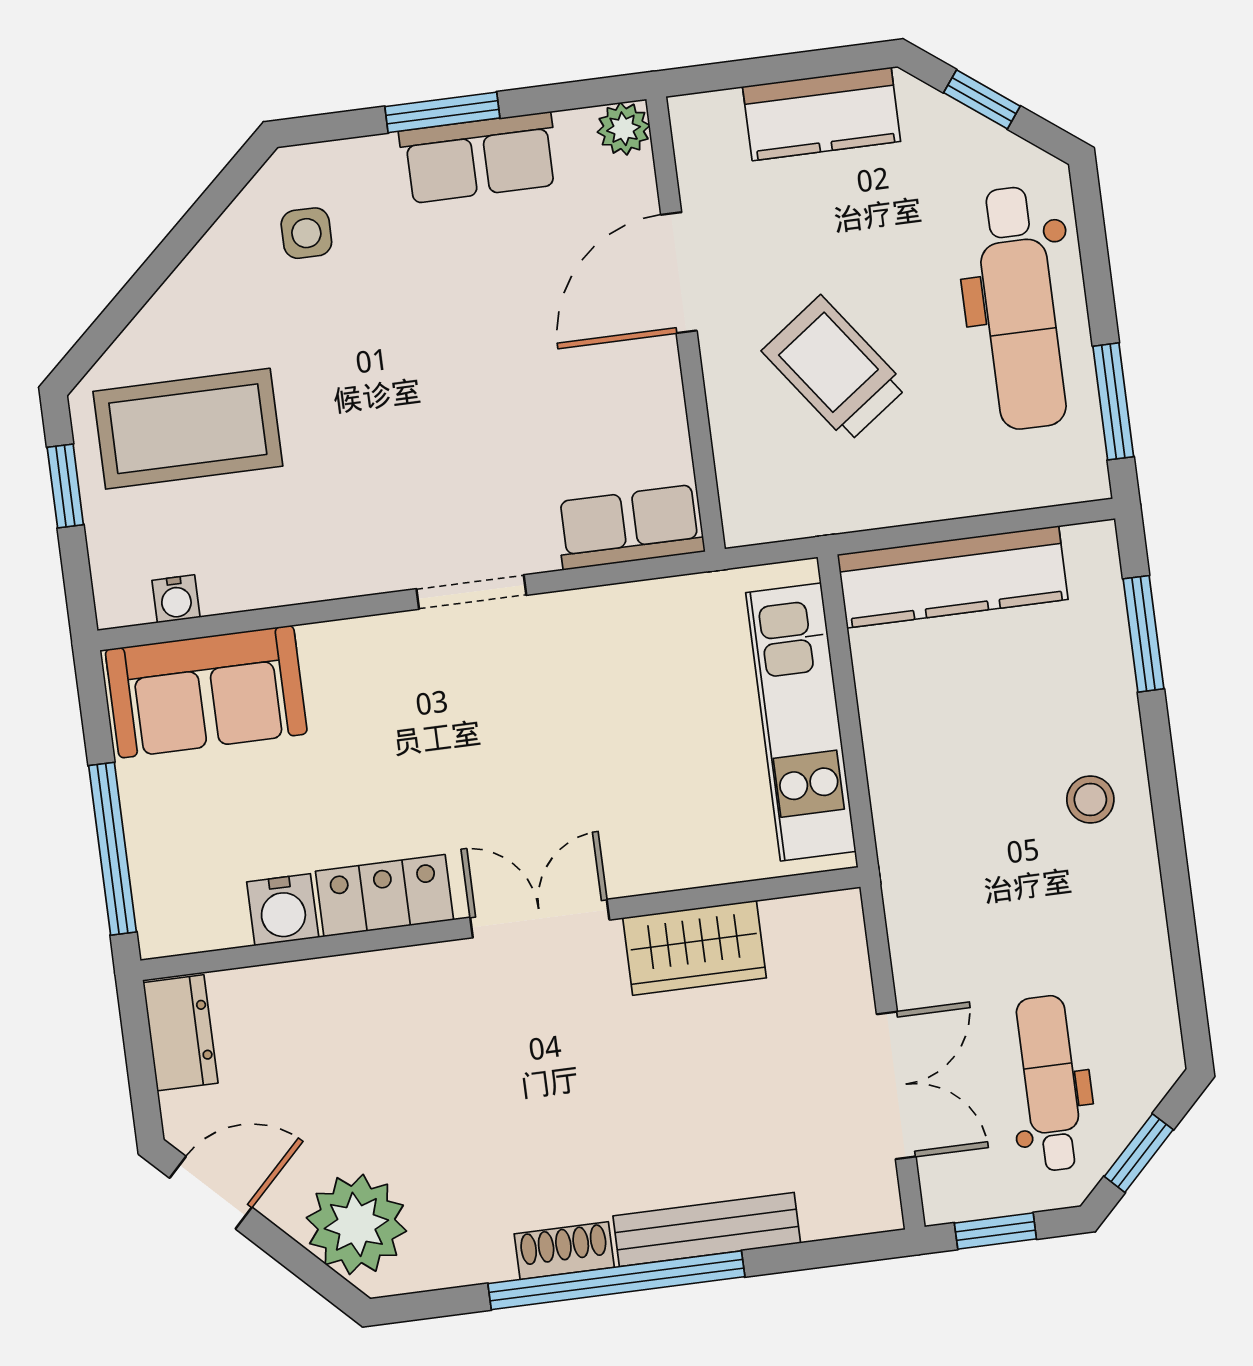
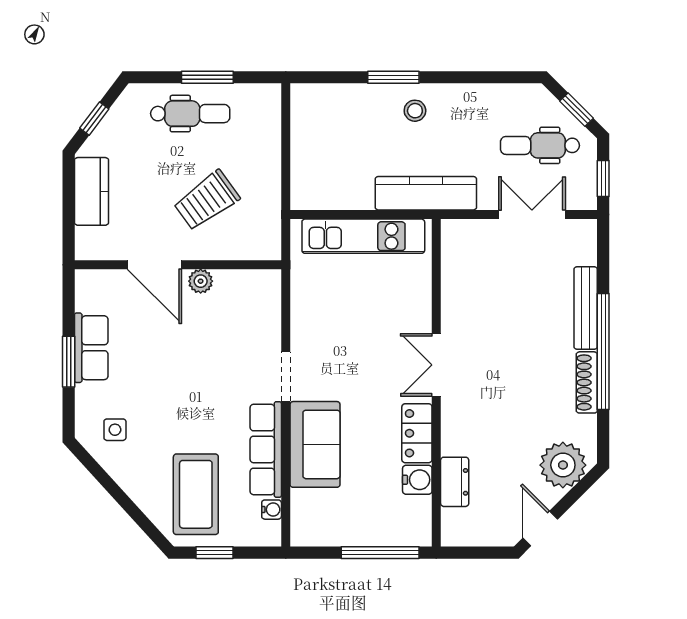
plant: (624, 129) -> (201, 281), moved
dental chair: (1020, 308) -> (190, 114), width x0.73, depth x0.72
window: (1113, 401) -> (207, 77), moved
row of seats: (630, 527) -> (266, 449), moved, width x1.48
kitchen counter: (953, 577) -> (426, 193), moved, turned -90
window: (1143, 634) -> (393, 77), moved
sofa: (206, 692) -> (315, 444), moved
wardrobe: (694, 948) -> (458, 297), removed
dresser: (181, 1033) -> (455, 482), moved, turned 90
shoe rack: (564, 1251) -> (587, 382), width x1.43

